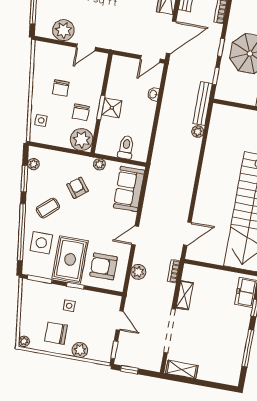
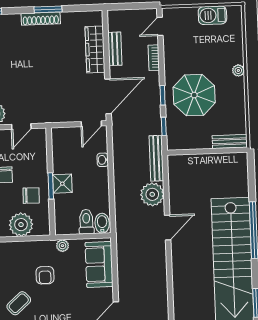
chair: (81, 112) -> (31, 196), turned -89
plant: (198, 132) -> (152, 194), width x1.87, depth x1.87
plant: (82, 140) -> (21, 225), moved
bidet: (140, 152) -> (102, 223), added
armchair: (77, 188) -> (45, 275), turned -142
door: (187, 234) -> (168, 228), moved

